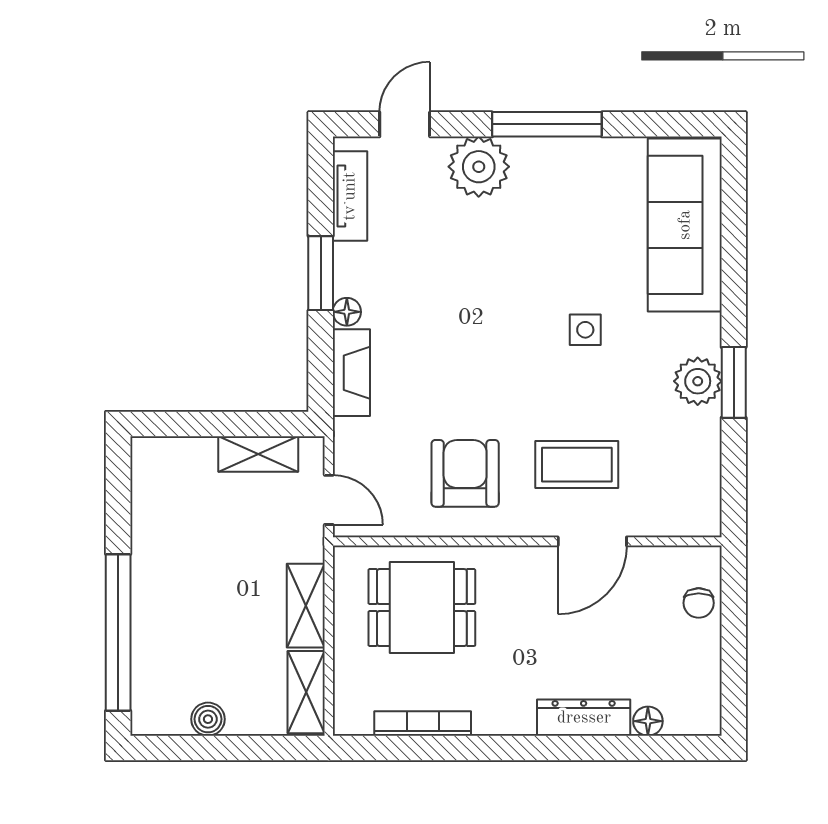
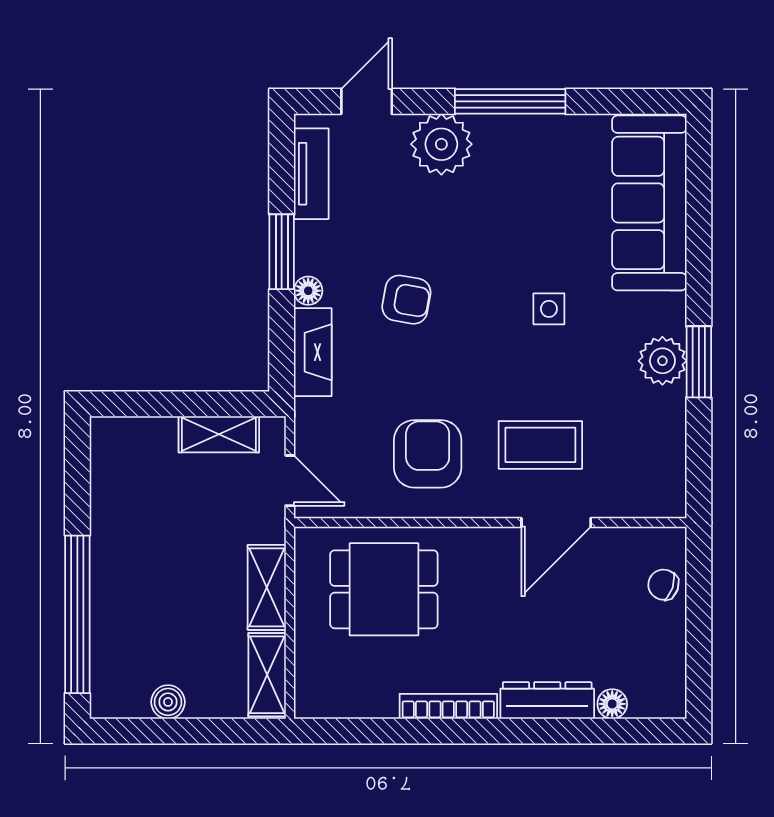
armchair: (444, 321) -> (406, 300), added
chair: (699, 603) -> (663, 585), turned 109
bookcase: (423, 723) -> (448, 706), moved

